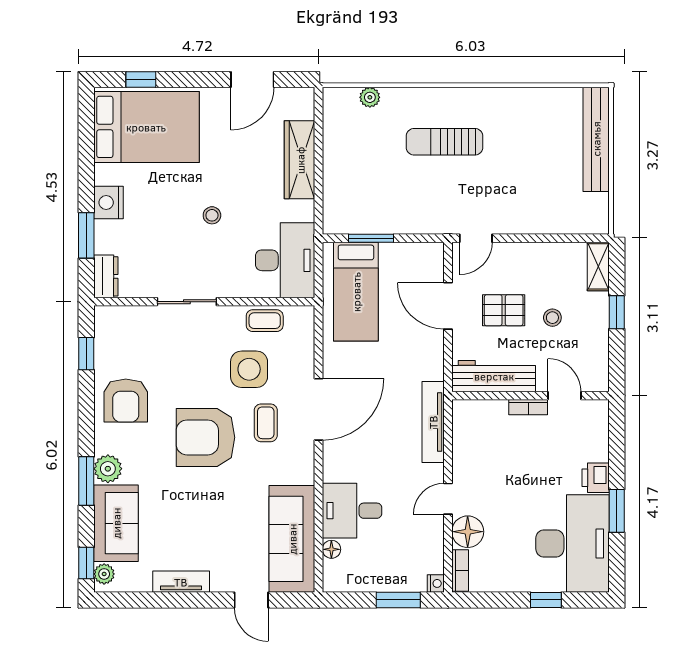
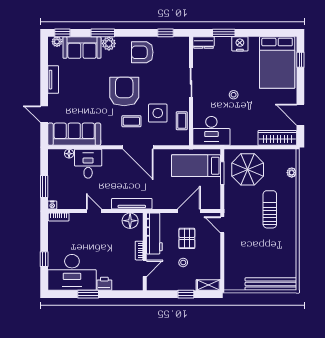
wardrobe: (300, 160) -> (277, 138), moved
parasol: (363, 187) -> (248, 169), added
floor lamp: (468, 532) -> (130, 221), moved
door: (251, 600) -> (44, 114), hinge flipped

